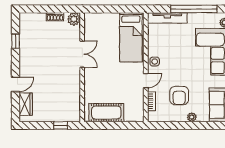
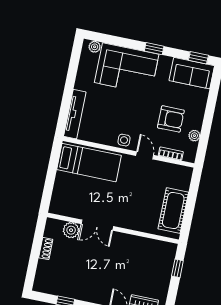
window: (194, 9) -> (71, 80), removed
plant: (74, 19) -> (71, 230), moved
double door: (82, 54) -> (97, 225), swing flipped
plant: (192, 117) -> (194, 136), moved

